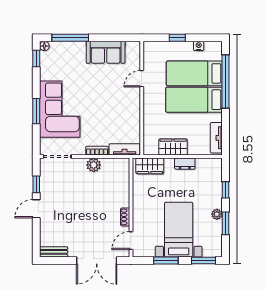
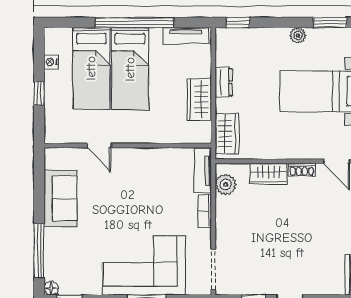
window: (226, 81) -> (135, 23), moved
plant: (94, 165) -> (226, 185), moved
window: (226, 190) -> (238, 23), moved
wardrobe: (122, 194) -> (269, 174), added
window: (226, 223) -> (330, 23), moved

